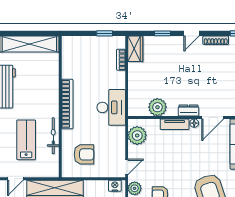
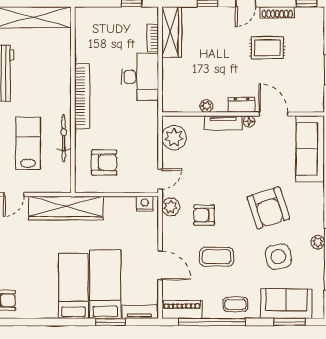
wardrobe: (135, 49) -> (172, 32), width x1.50
rug: (208, 67) -> (267, 48), added
desk: (111, 107) -> (140, 77), moved
plant: (157, 107) -> (206, 106), width x0.53, depth x0.53
door: (213, 118) -> (273, 114), swing flipped

